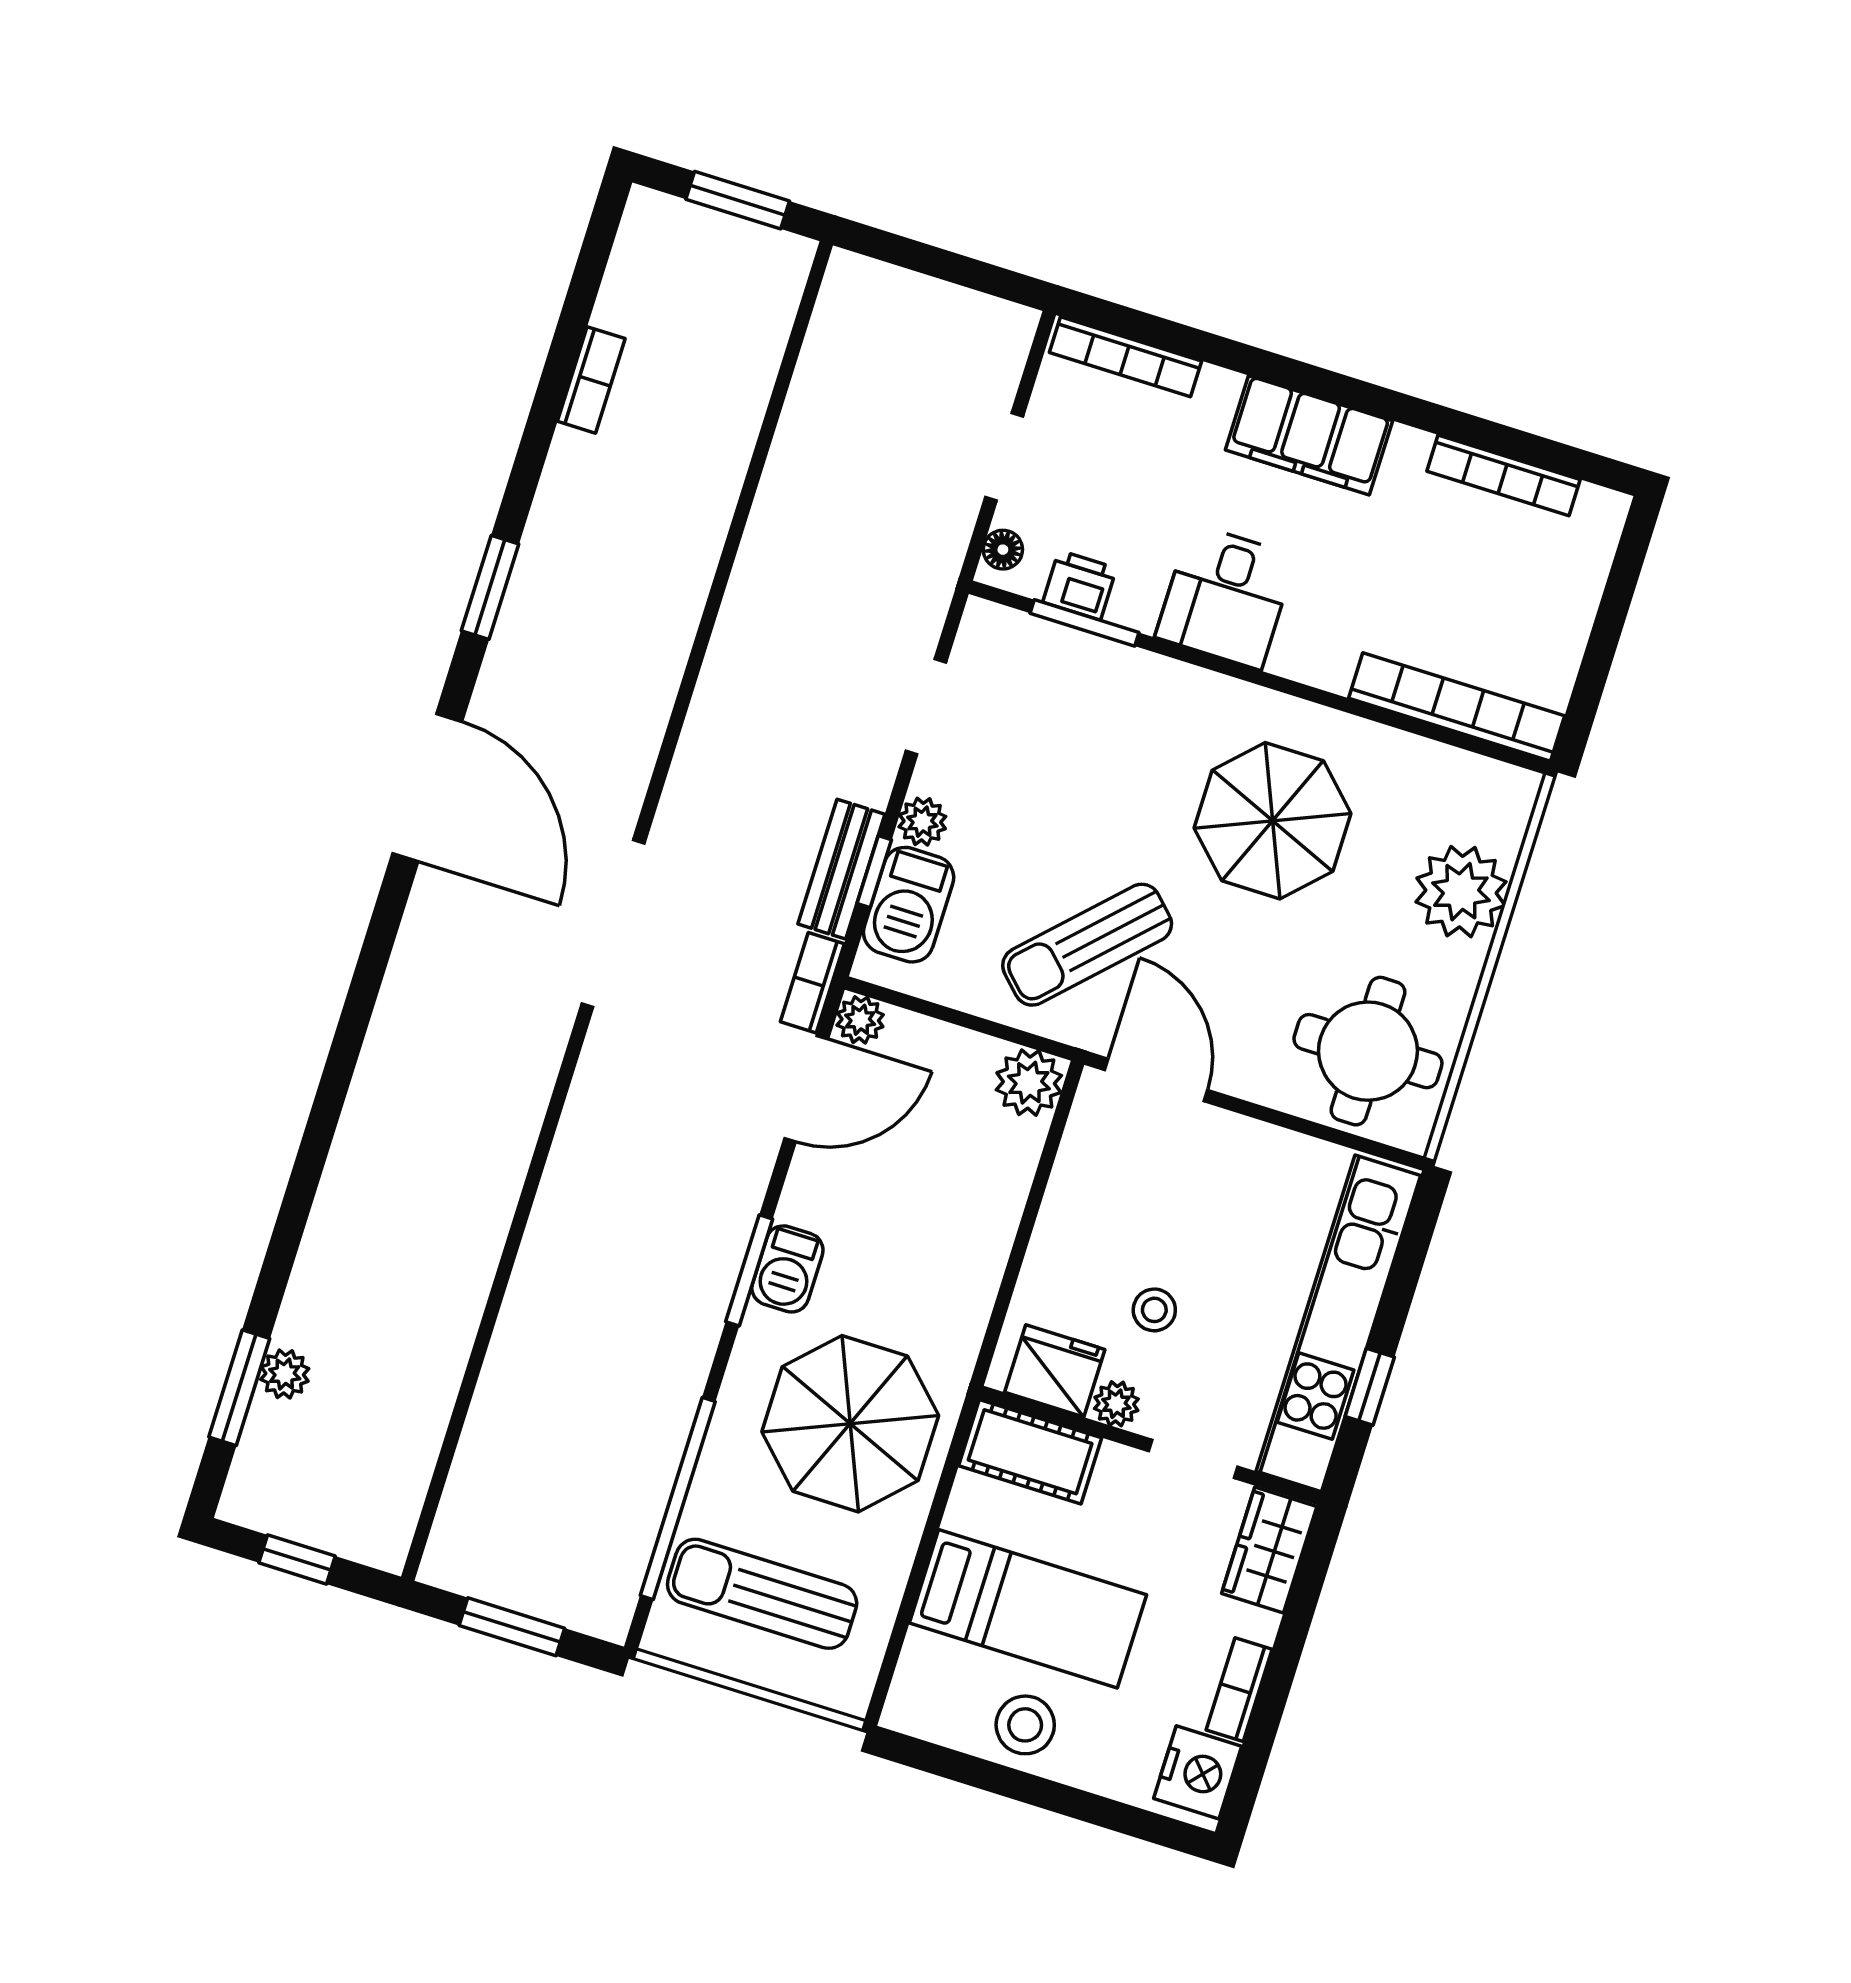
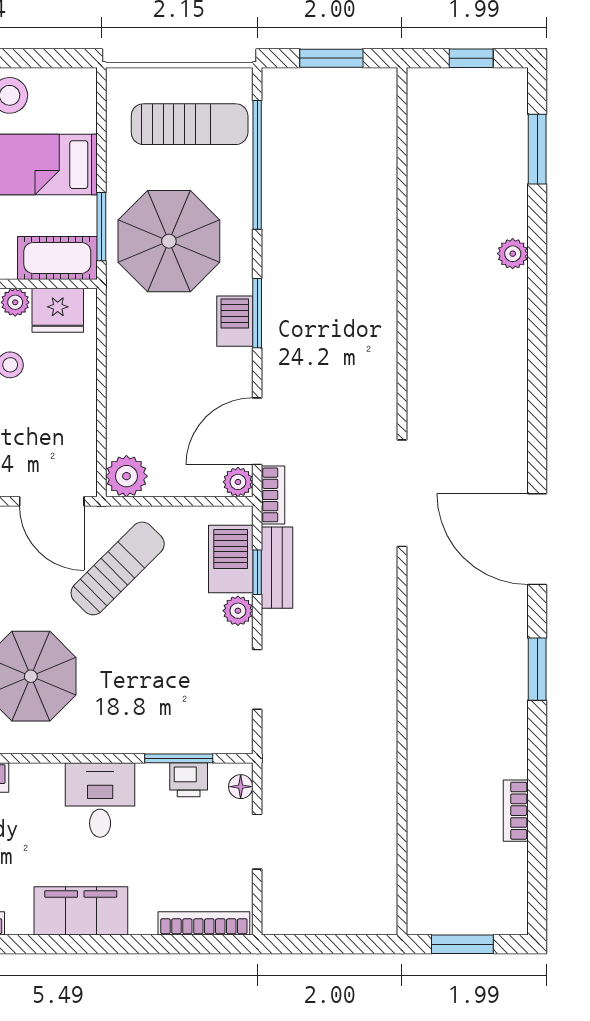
plant: (285, 1374) -> (513, 254), moved
window: (947, 1479) -> (101, 227), added

